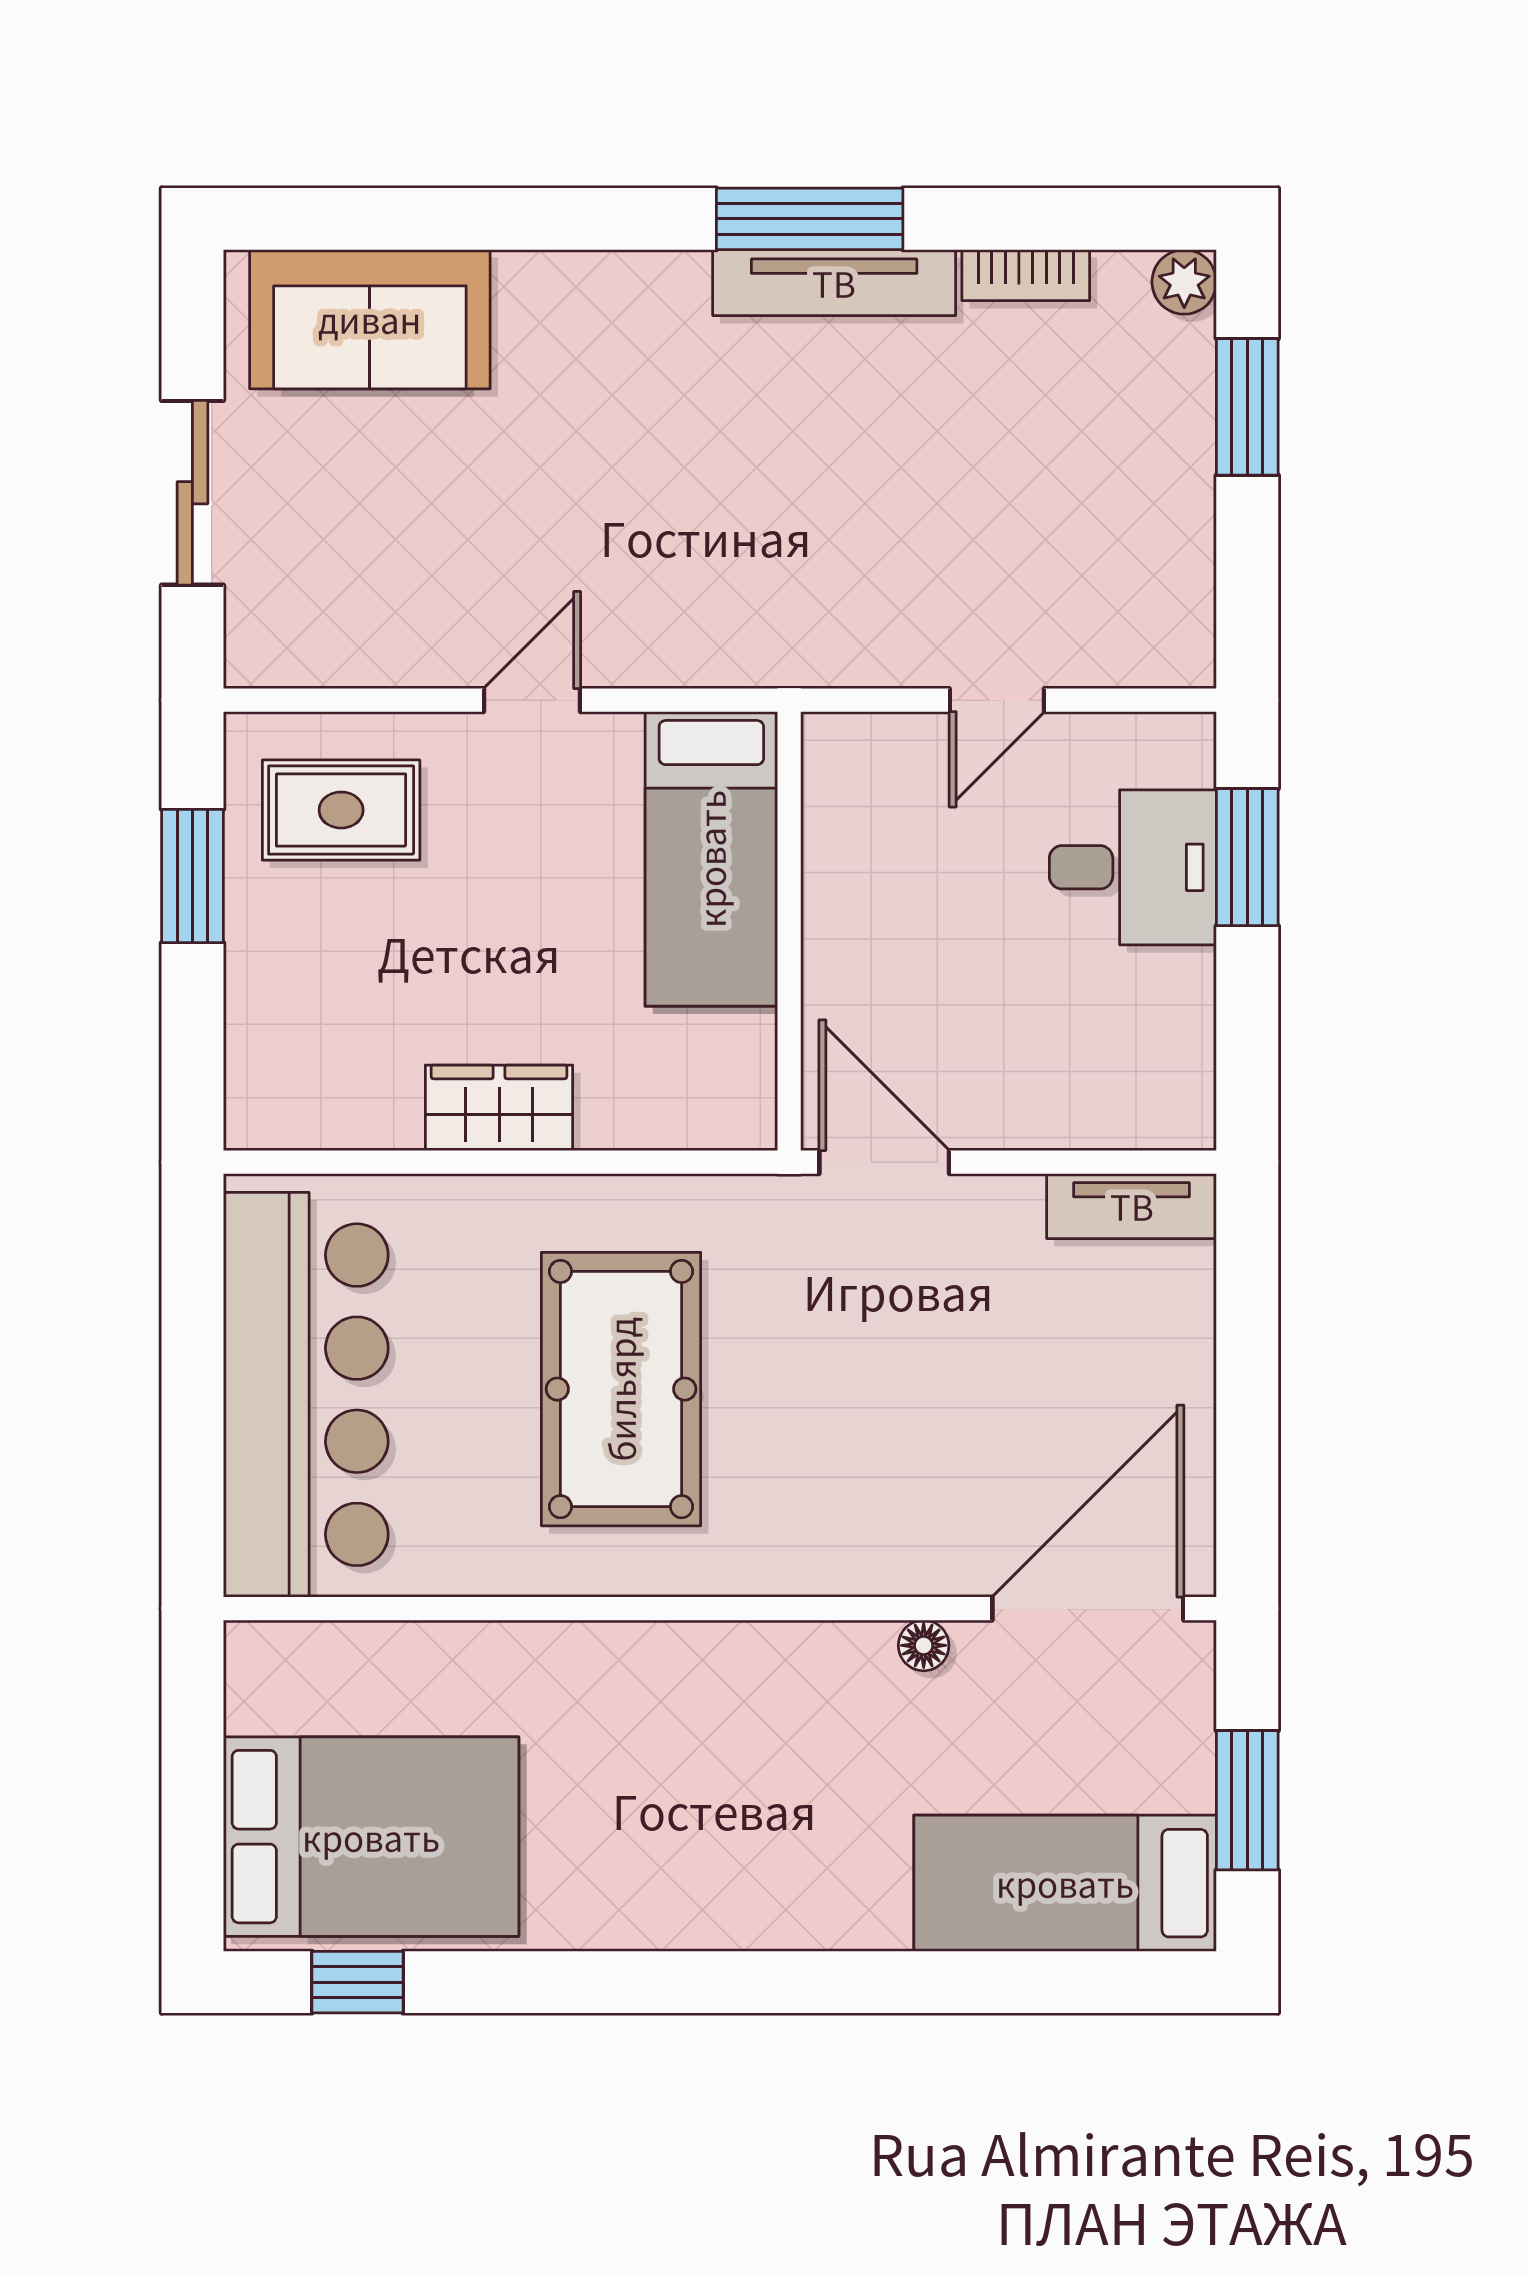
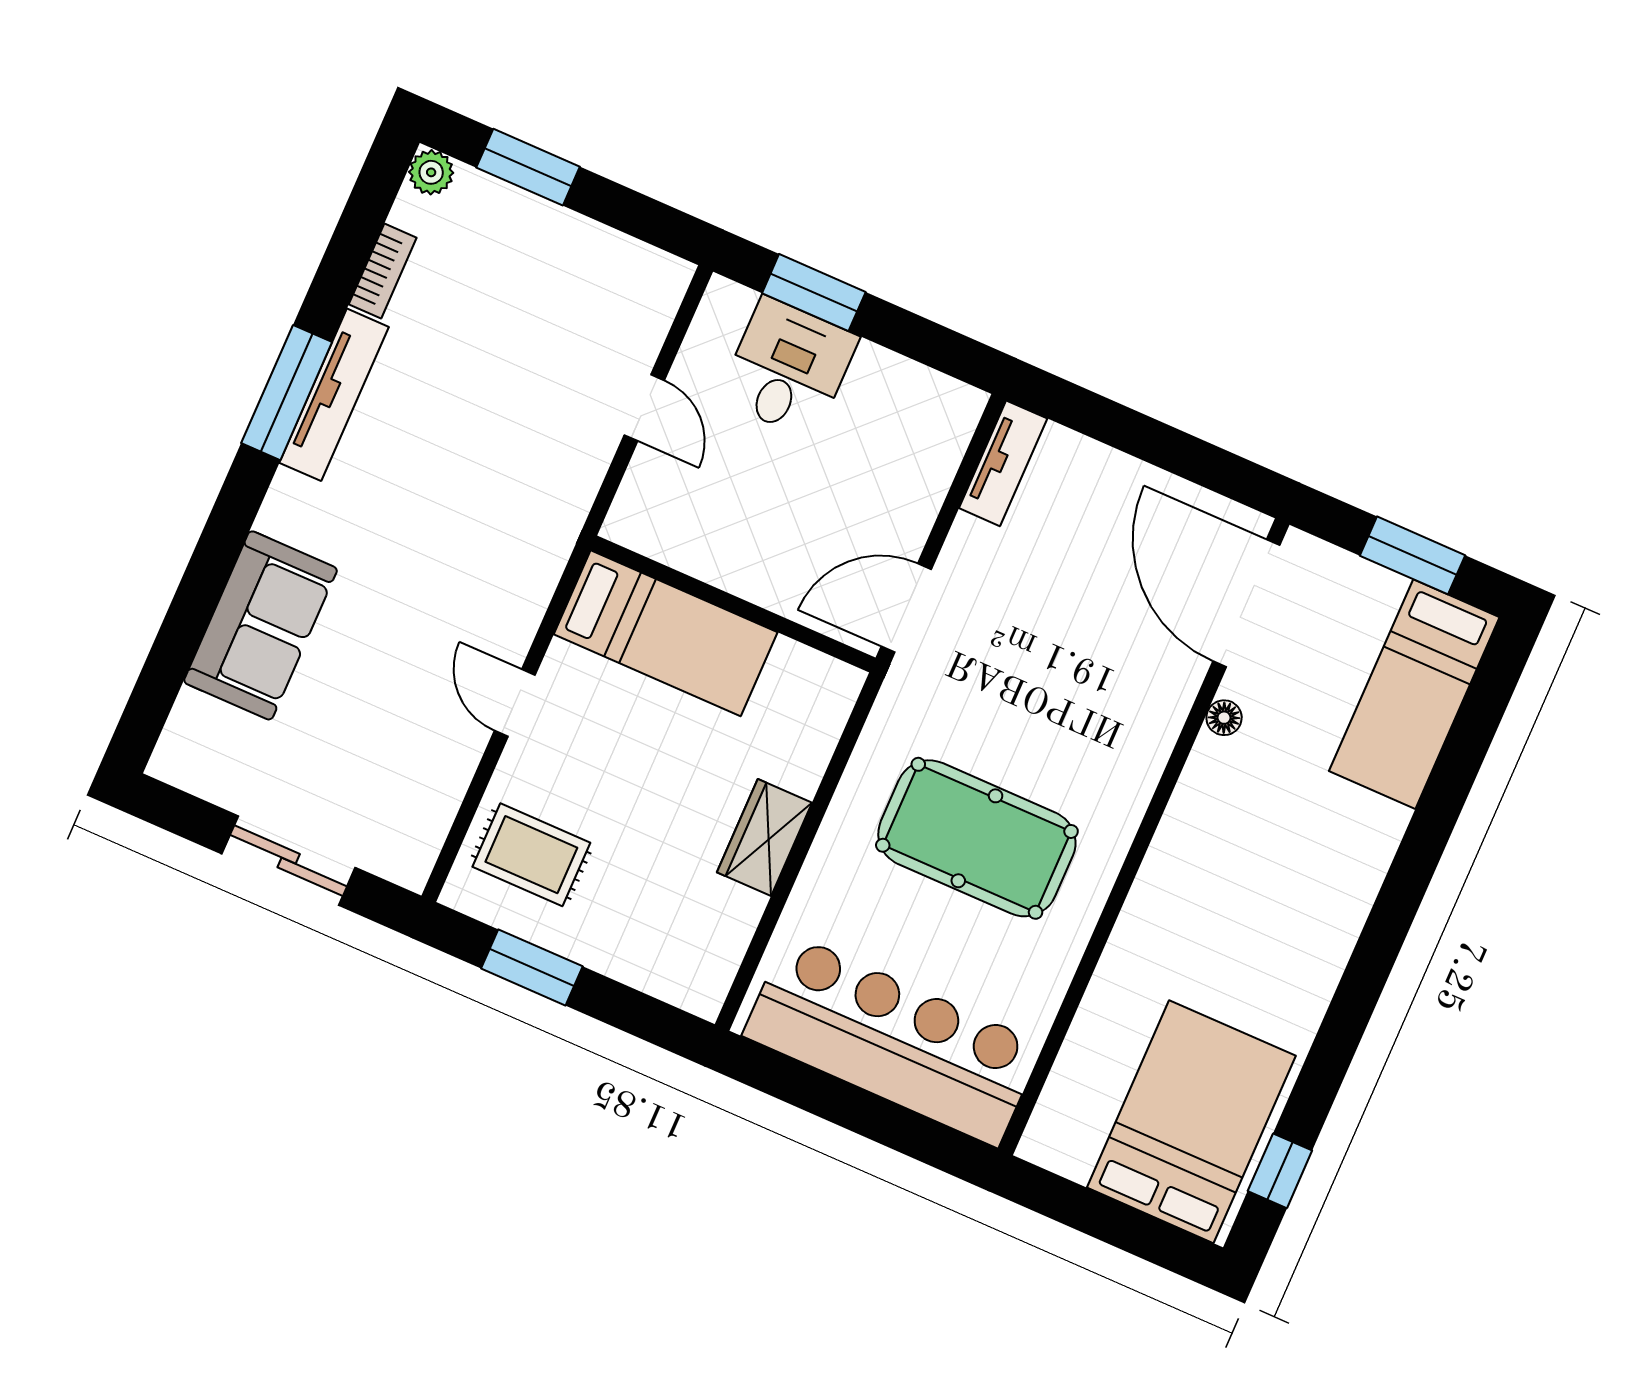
sofa: (370, 319) -> (260, 625), moved
rug: (341, 810) -> (531, 855), turned 90

